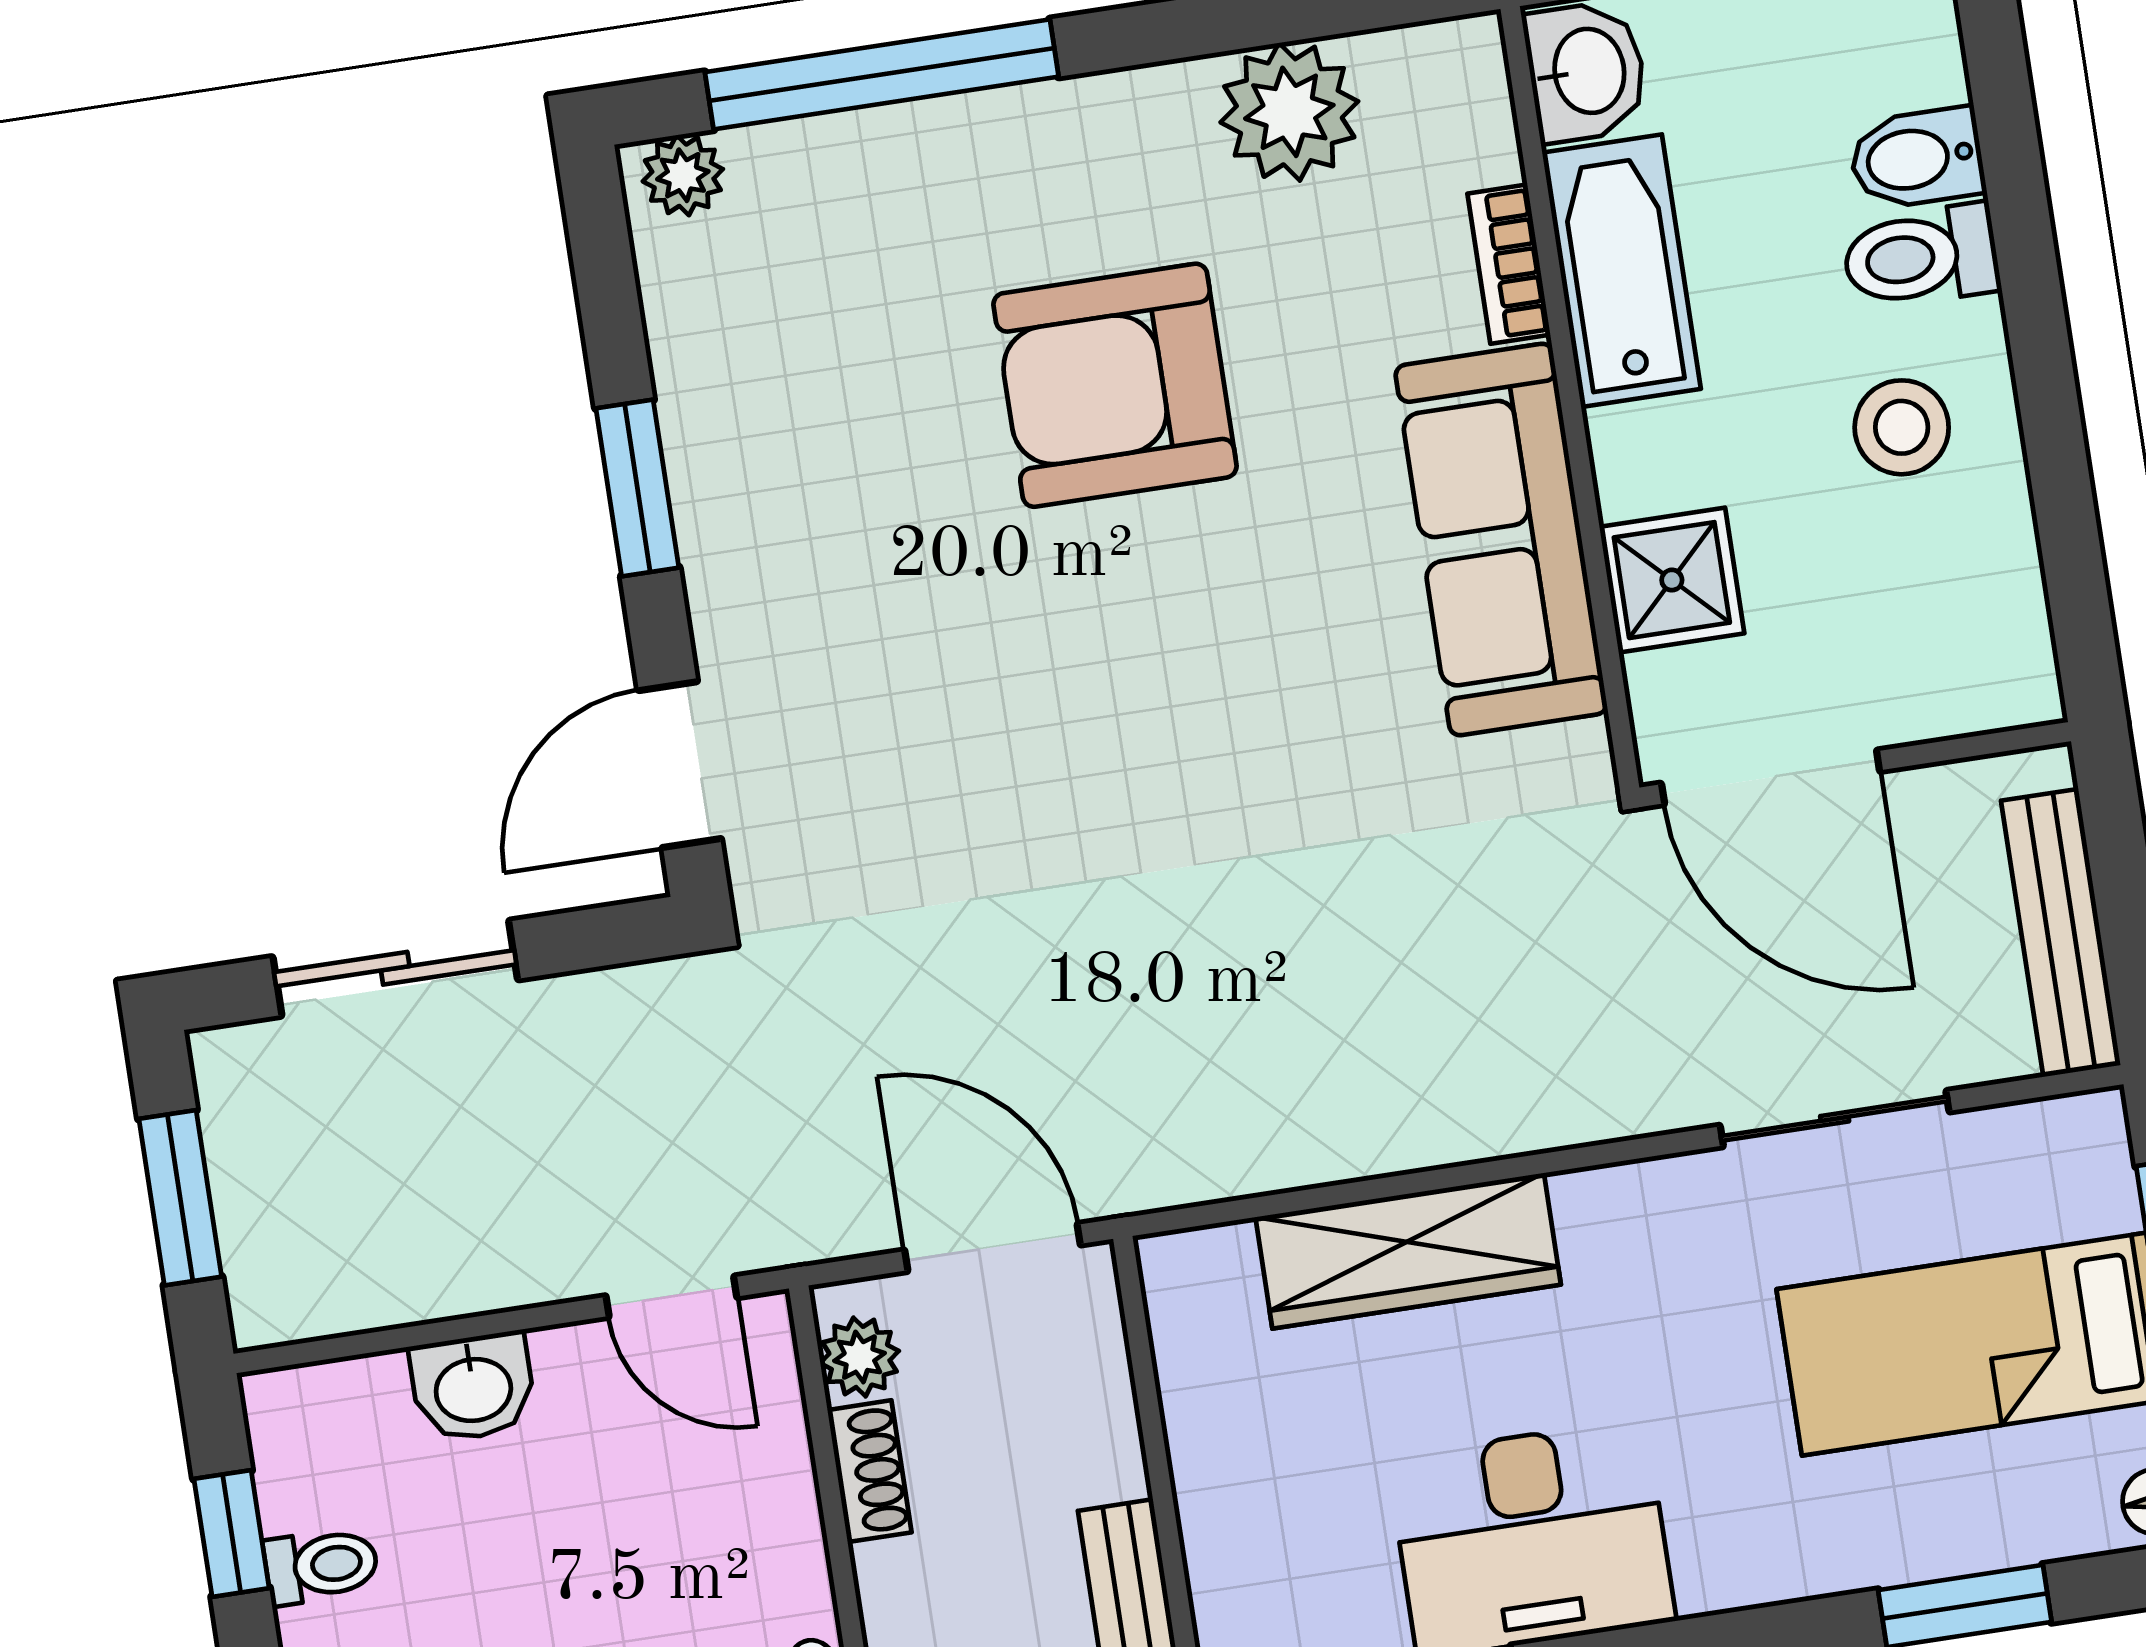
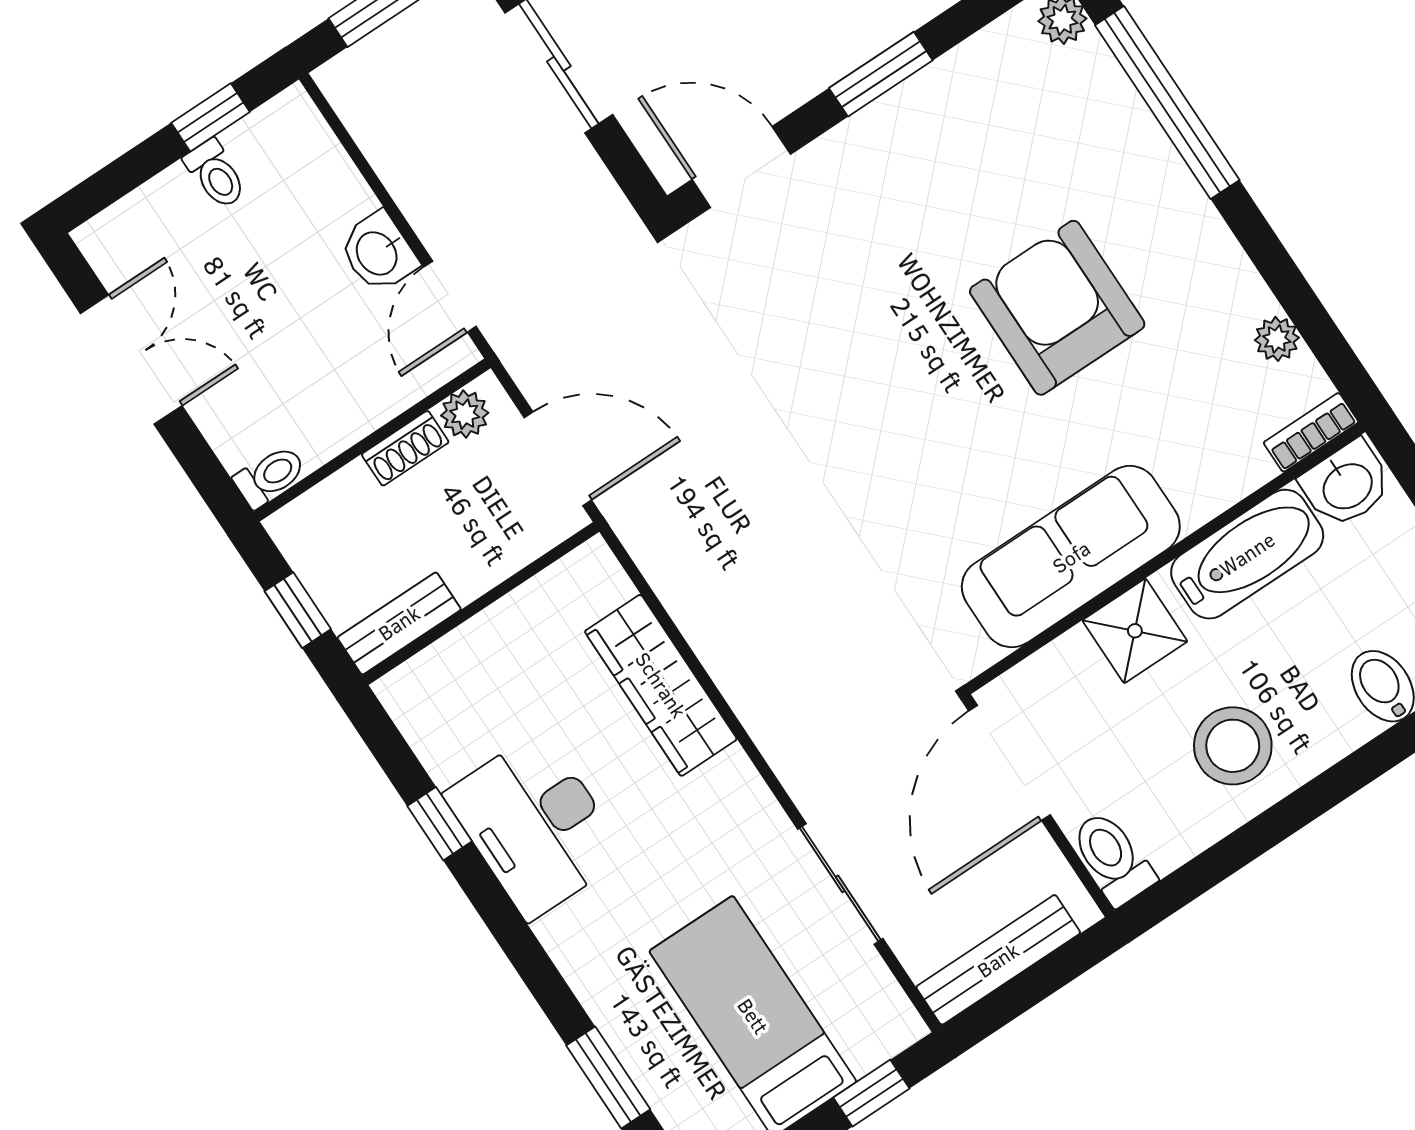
plant: (1289, 112) -> (1277, 339), width x0.53, depth x0.53
toilet: (1921, 257) -> (1113, 858), moved
bookcase: (1509, 264) -> (1311, 432), moved
stool: (1902, 427) -> (1233, 746), width x1.38, depth x1.38
shower: (1672, 580) -> (1135, 631), moved
door: (993, 1248) -> (558, 459), hinge flipped
washbasin: (473, 1387) -> (378, 252), moved

